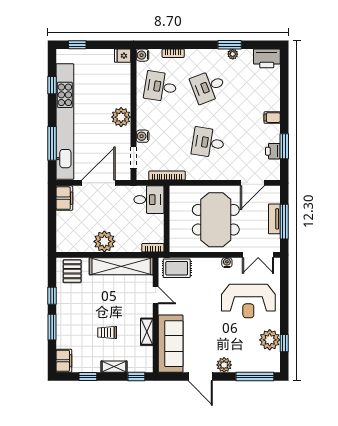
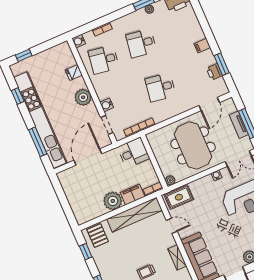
fridge: (123, 56) -> (74, 73), moved
desk: (208, 87) -> (141, 43), turned 30
filing cabinet: (64, 198) -> (133, 195), moved, turned -90
plant: (175, 246) -> (170, 180), added
window: (52, 296) -> (86, 252), moved

